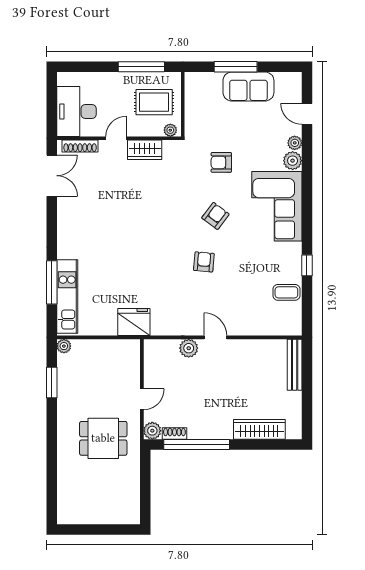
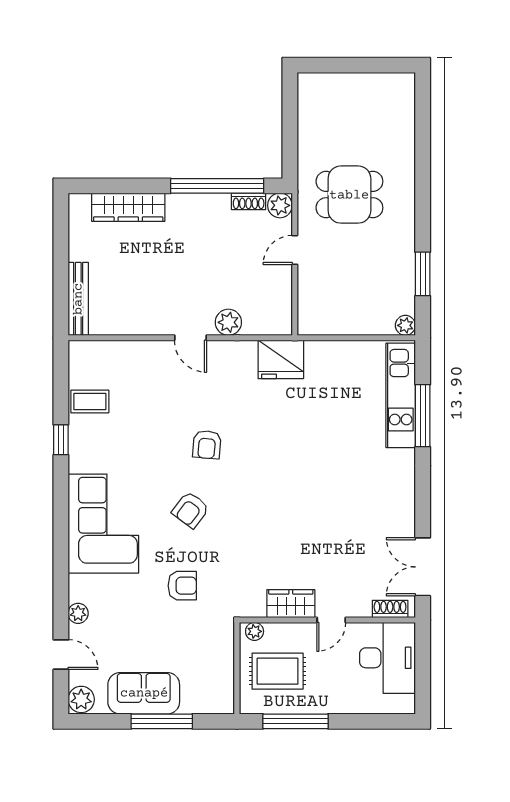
shoe rack: (80, 146) -> (390, 609), width x0.70
plant: (293, 161) -> (81, 699), moved
fridge: (134, 322) -> (281, 359), moved

